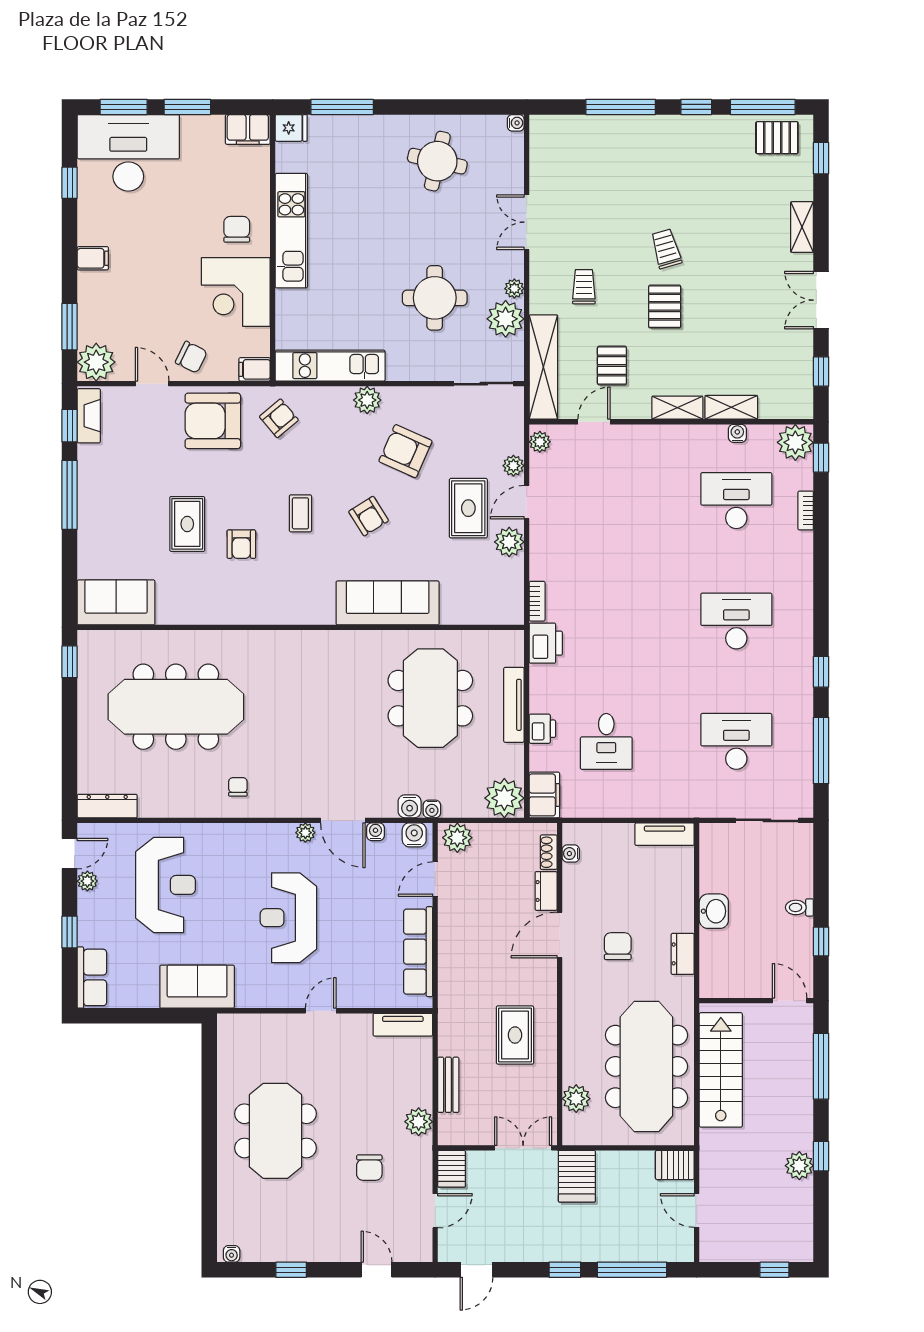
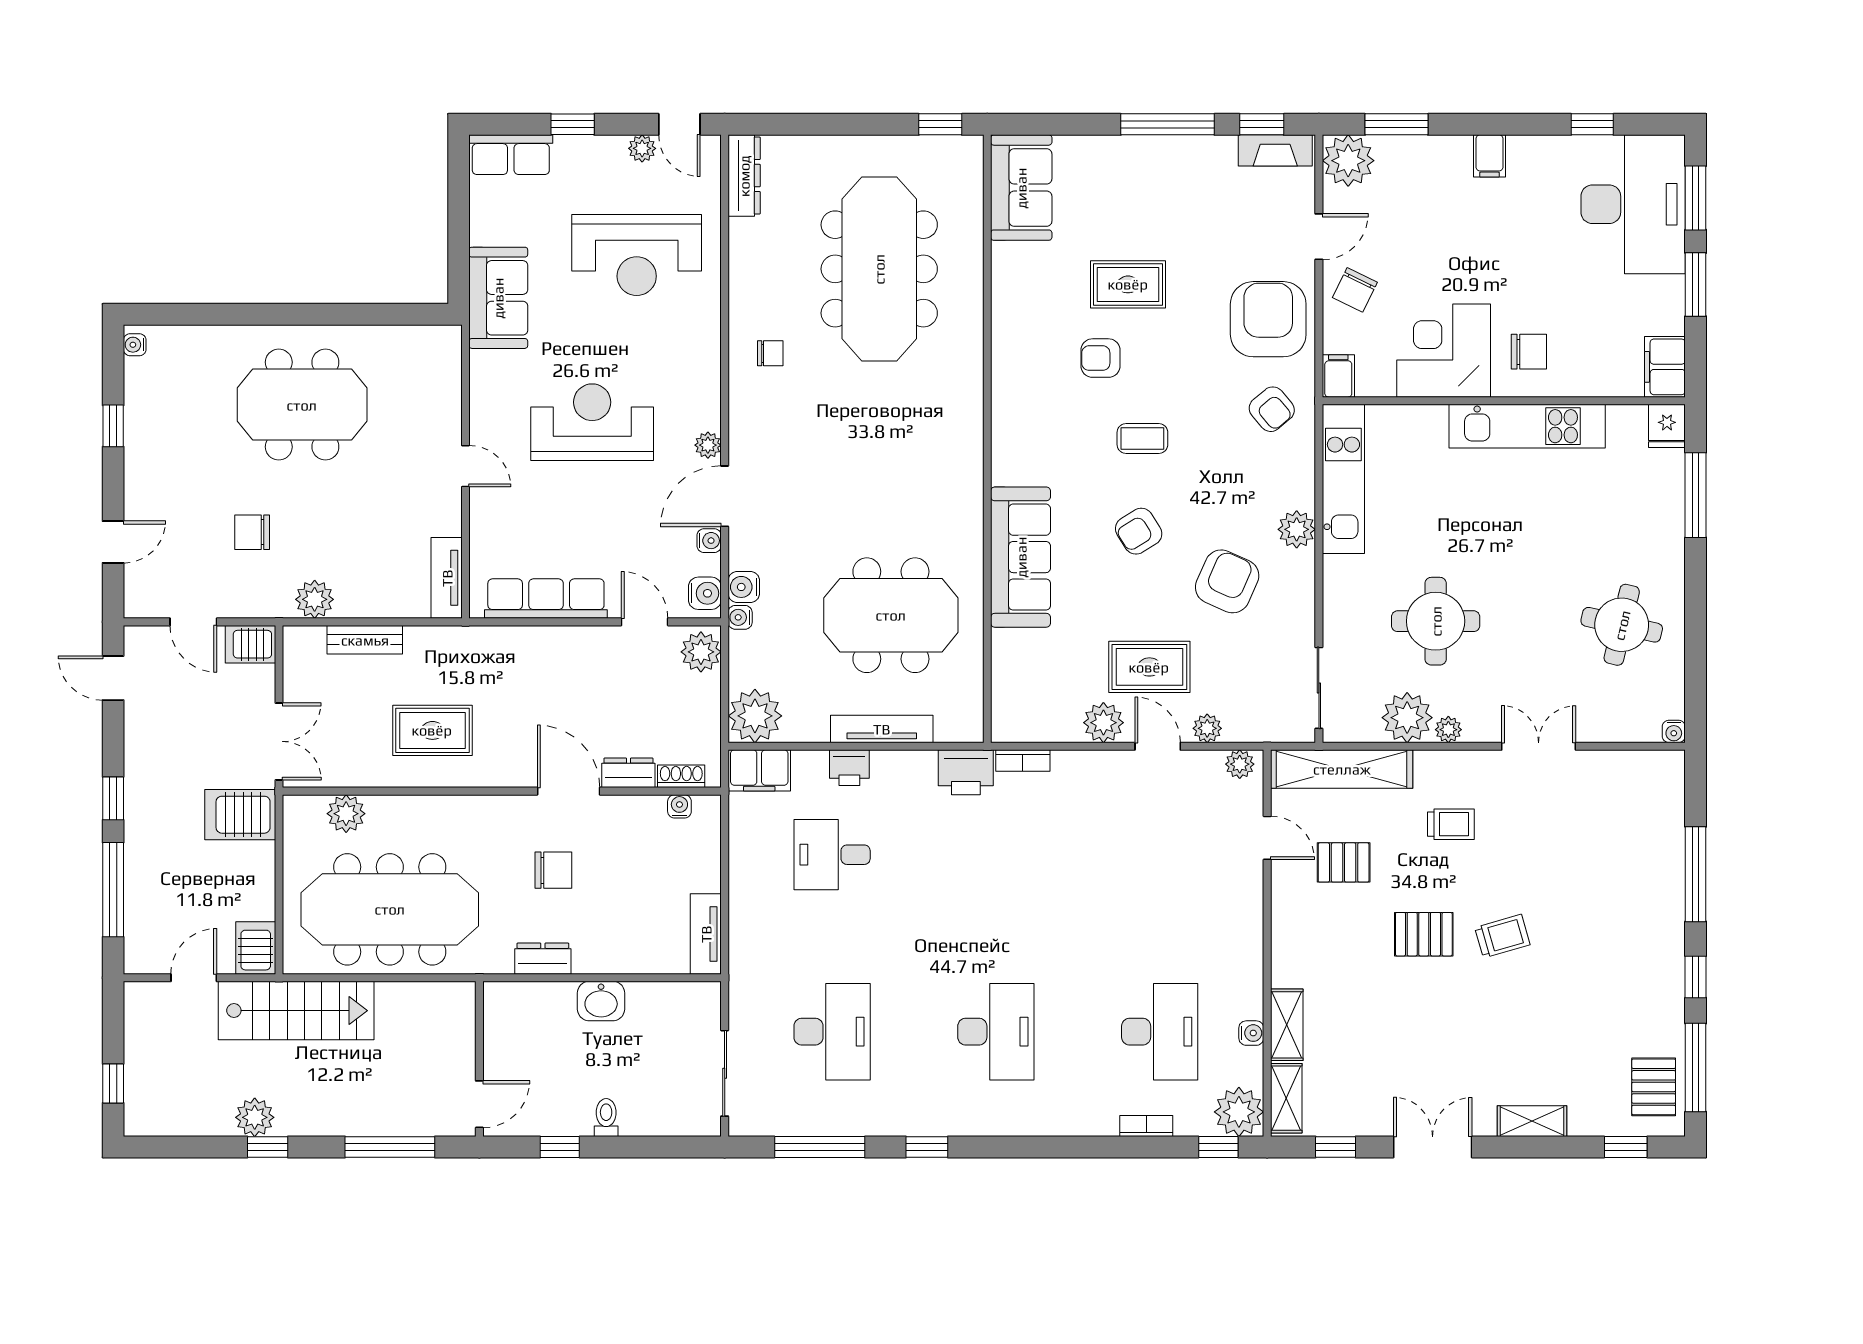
shelving: (677, 408) -> (1286, 1098), moved
stairs: (721, 1070) -> (296, 1011), moved

